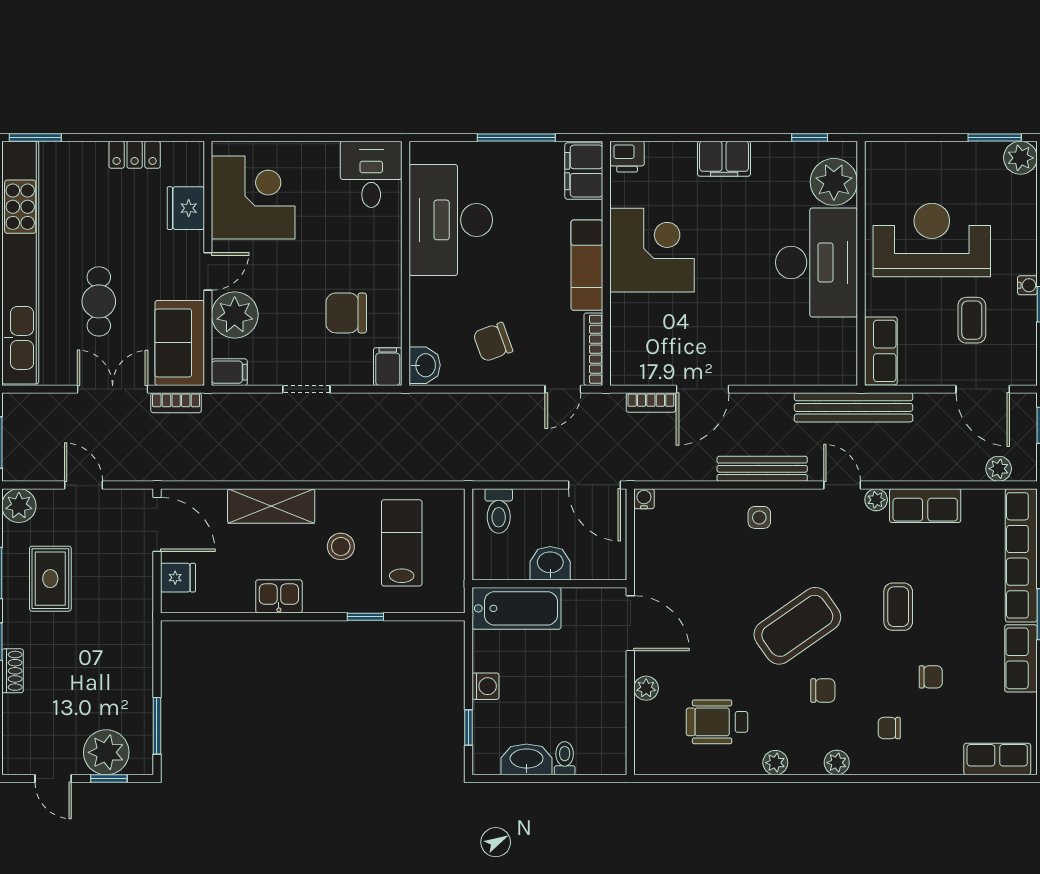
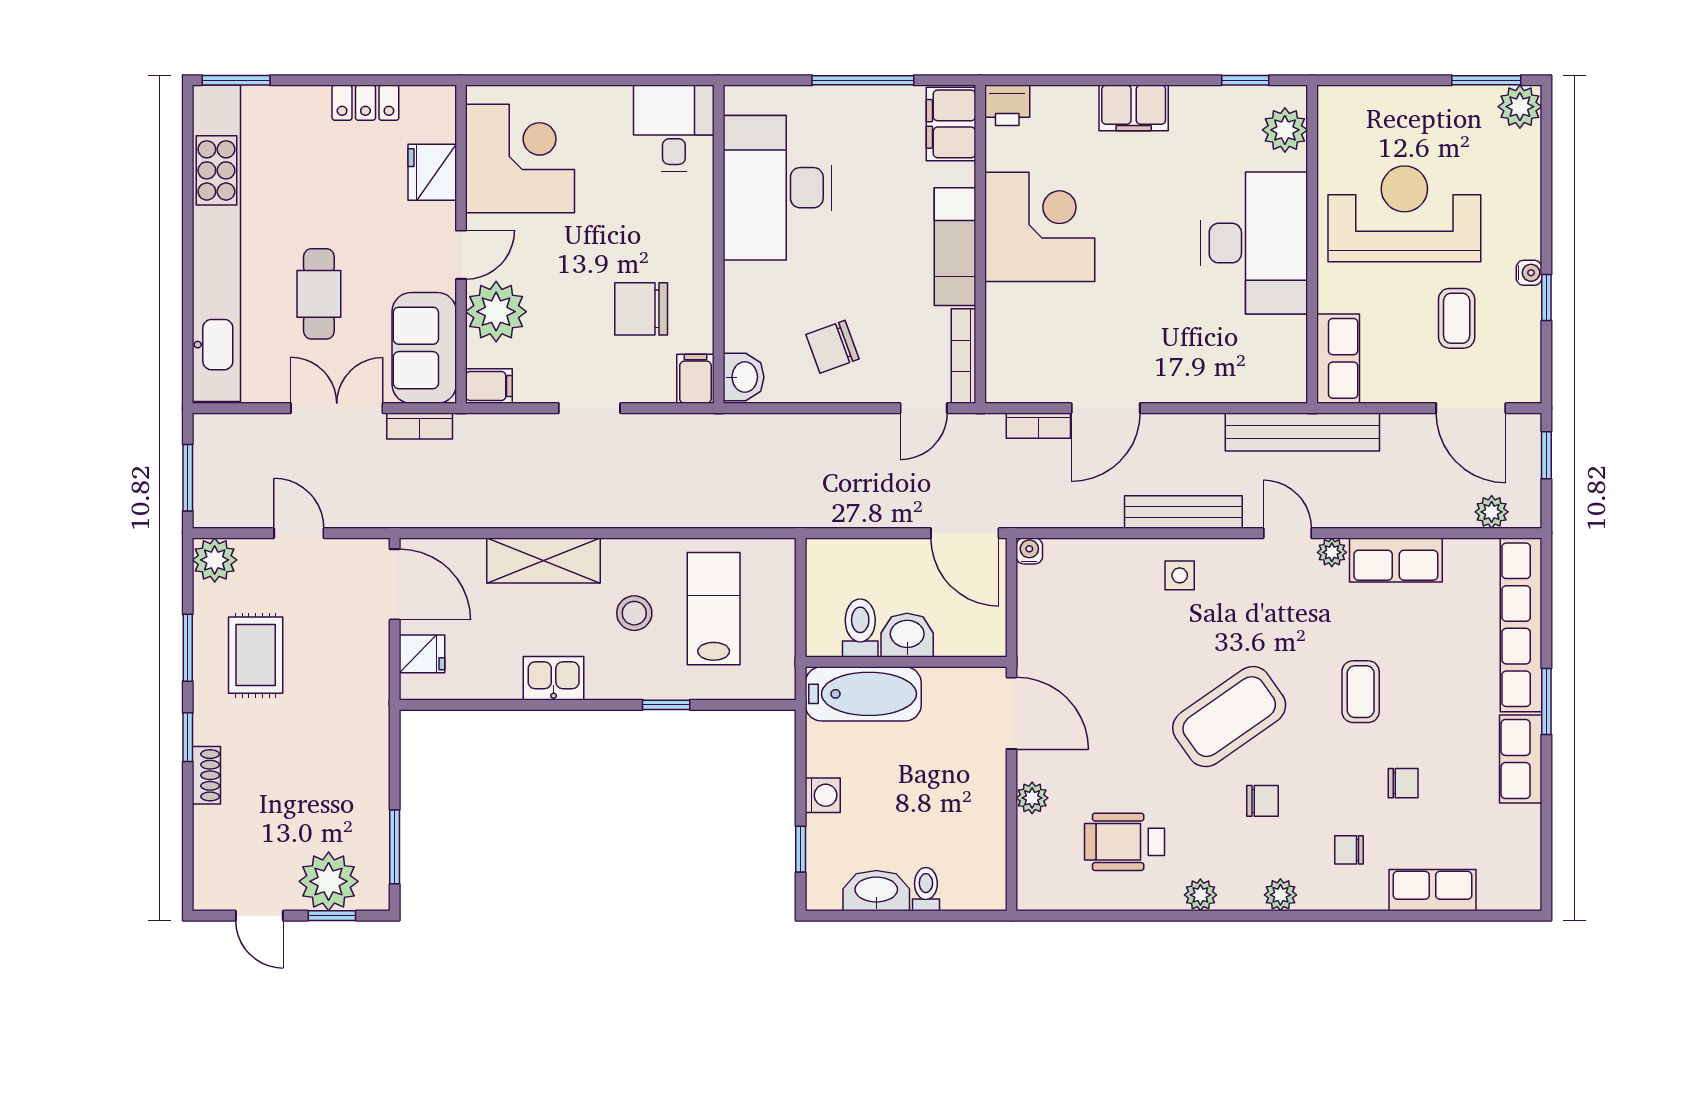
plant: (834, 182) -> (1285, 130), width x0.73, depth x0.73
toilet: (499, 511) -> (860, 628), moved, turned 180
row of seats: (997, 759) -> (1432, 890), moved

